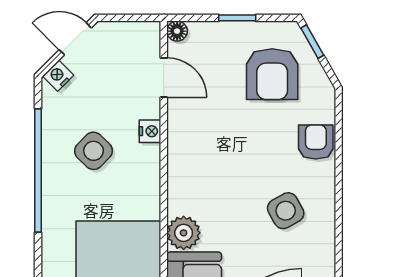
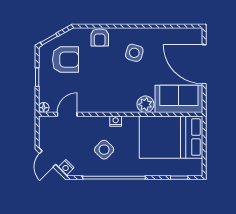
nightstand: (150, 131) -> (116, 121), moved
armchair: (316, 142) -> (100, 38), turned -90
side table: (286, 211) -> (134, 53), turned 45

